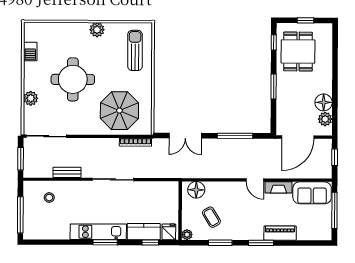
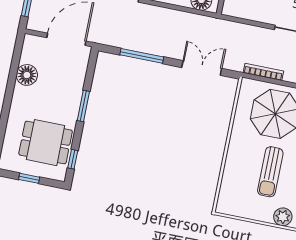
sun lounger: (135, 50) -> (270, 172), moved
dining table: (298, 51) -> (46, 143), turned 90
plant: (325, 119) -> (29, 55), removed

